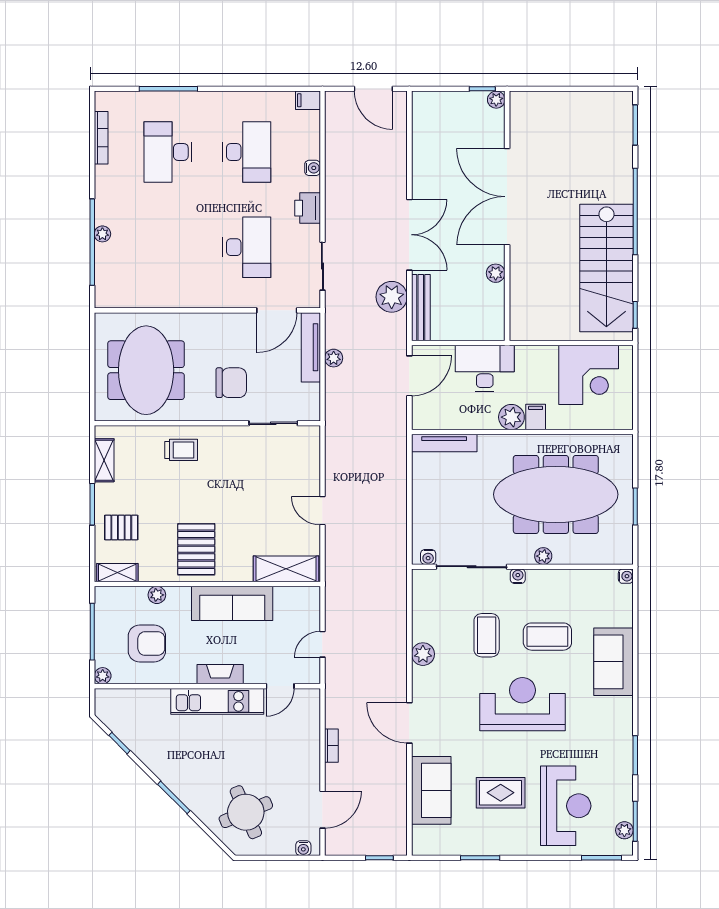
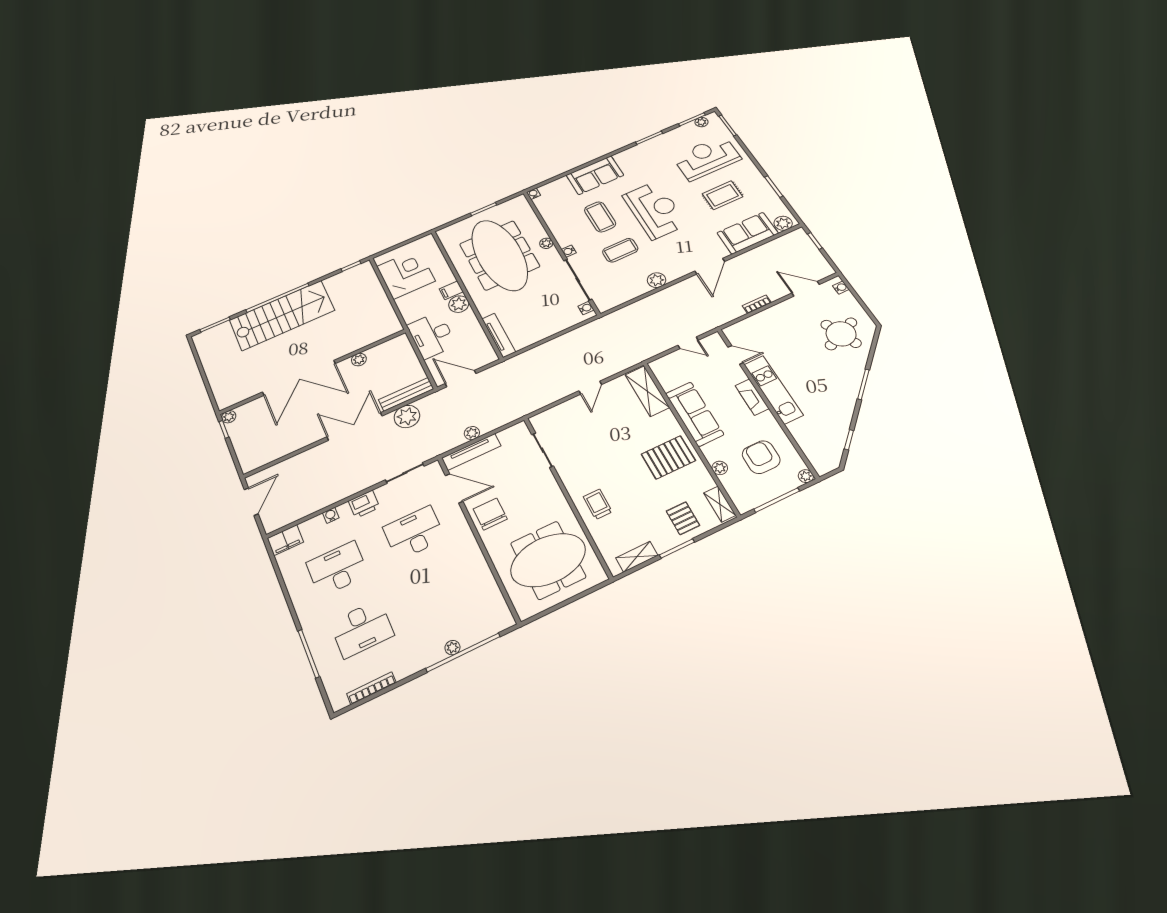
filing cabinet: (308, 100) -> (285, 540), width x2.00
stairs: (606, 268) -> (282, 315), moved
chair: (231, 383) -> (490, 514), moved
reception desk: (522, 704) -> (655, 210), turned 180
rug: (501, 793) -> (722, 195), turned 90
plant: (423, 838) -> (783, 223), added

